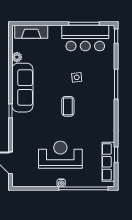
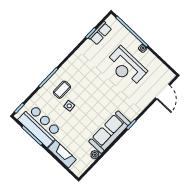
fireplace: (31, 32) -> (62, 154), moved
coffee table: (68, 106) -> (62, 90), moved
row of seats: (108, 162) -> (100, 33), width x0.68

